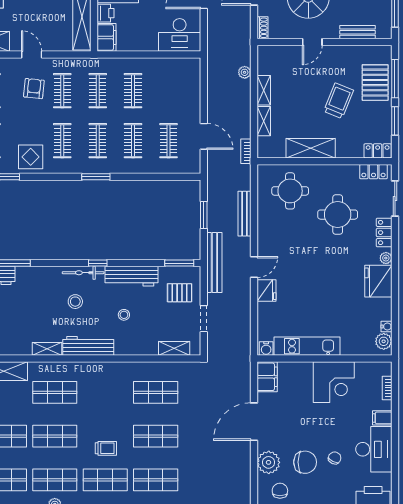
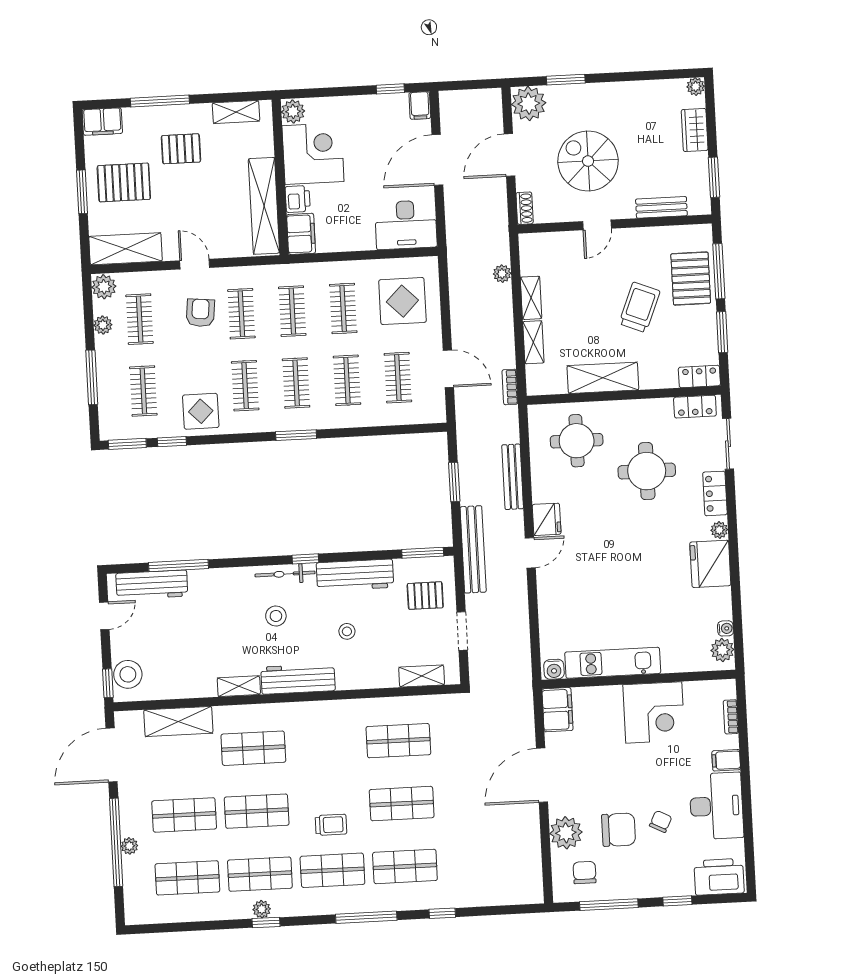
display table: (174, 88) -> (402, 301), added
fridge: (266, 291) -> (547, 519), moved

